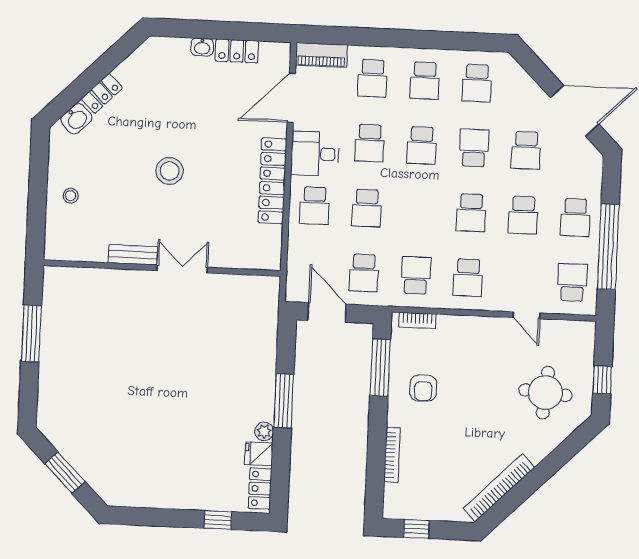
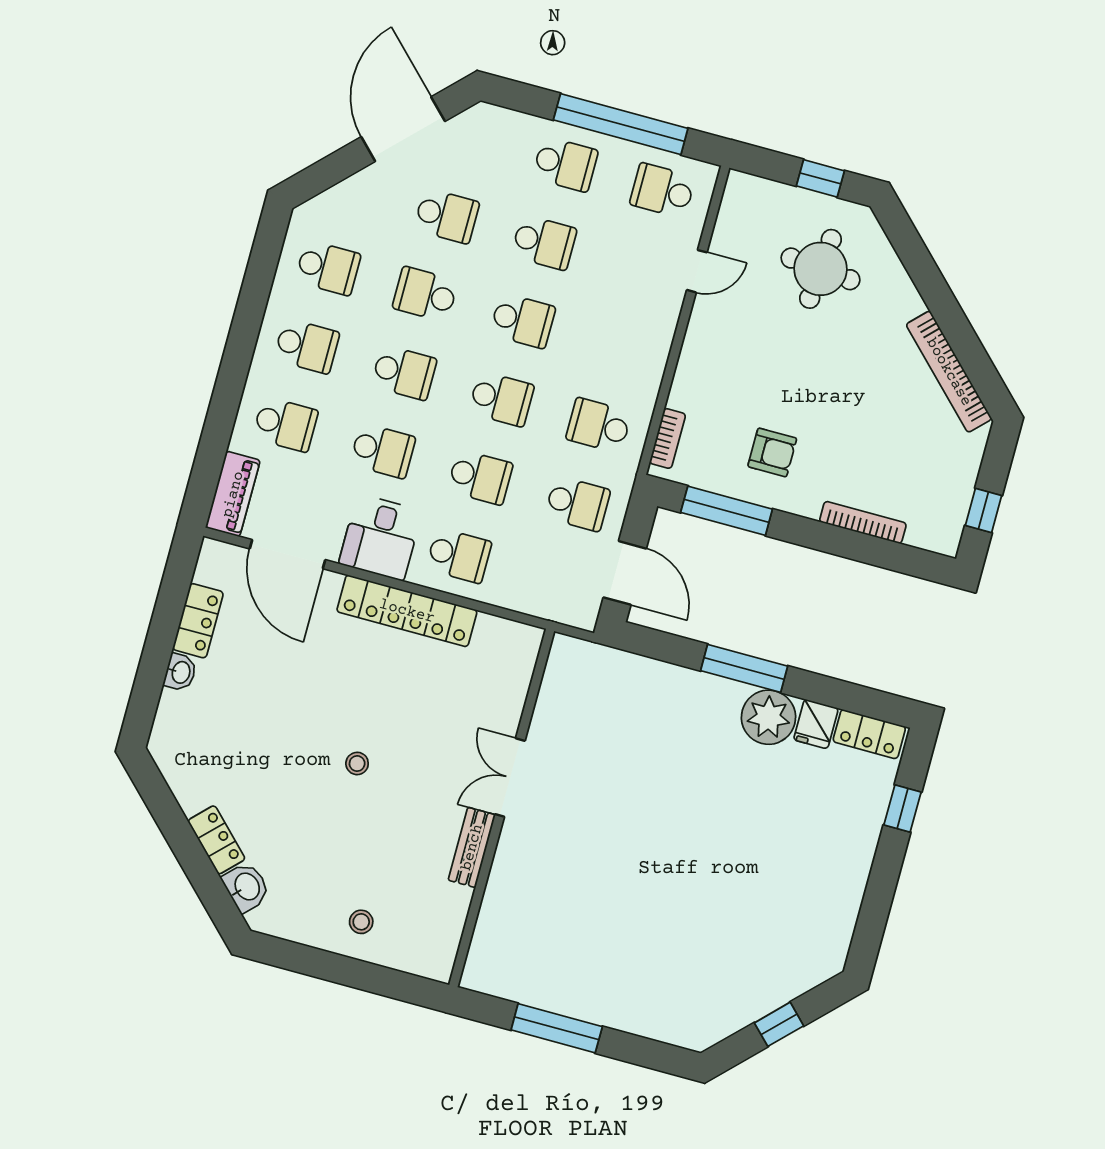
stool: (170, 171) -> (357, 763), width x0.53, depth x0.53
school desk: (468, 278) -> (501, 399), moved
door: (327, 312) -> (625, 573), swing flipped
plant: (264, 431) -> (768, 717), width x1.87, depth x1.87
window: (65, 473) -> (779, 1024), width x0.67

